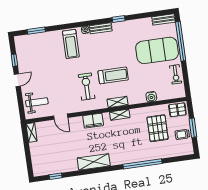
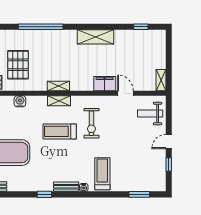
filing cabinet: (93, 121) -> (105, 84), moved

